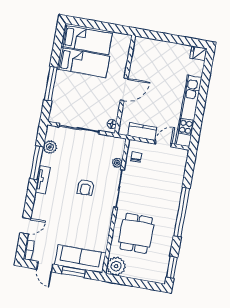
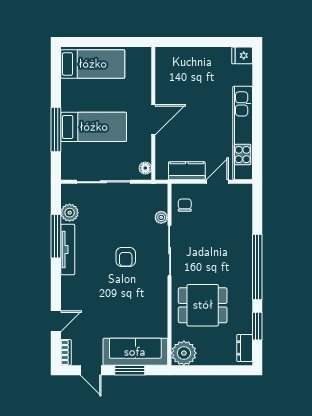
bed: (83, 63) -> (94, 127), moved
tv unit: (43, 180) -> (68, 250), width x1.41
dining table: (136, 233) -> (203, 305), turned 90
window: (172, 267) -> (257, 326), moved
dresser: (162, 270) -> (245, 348), added

